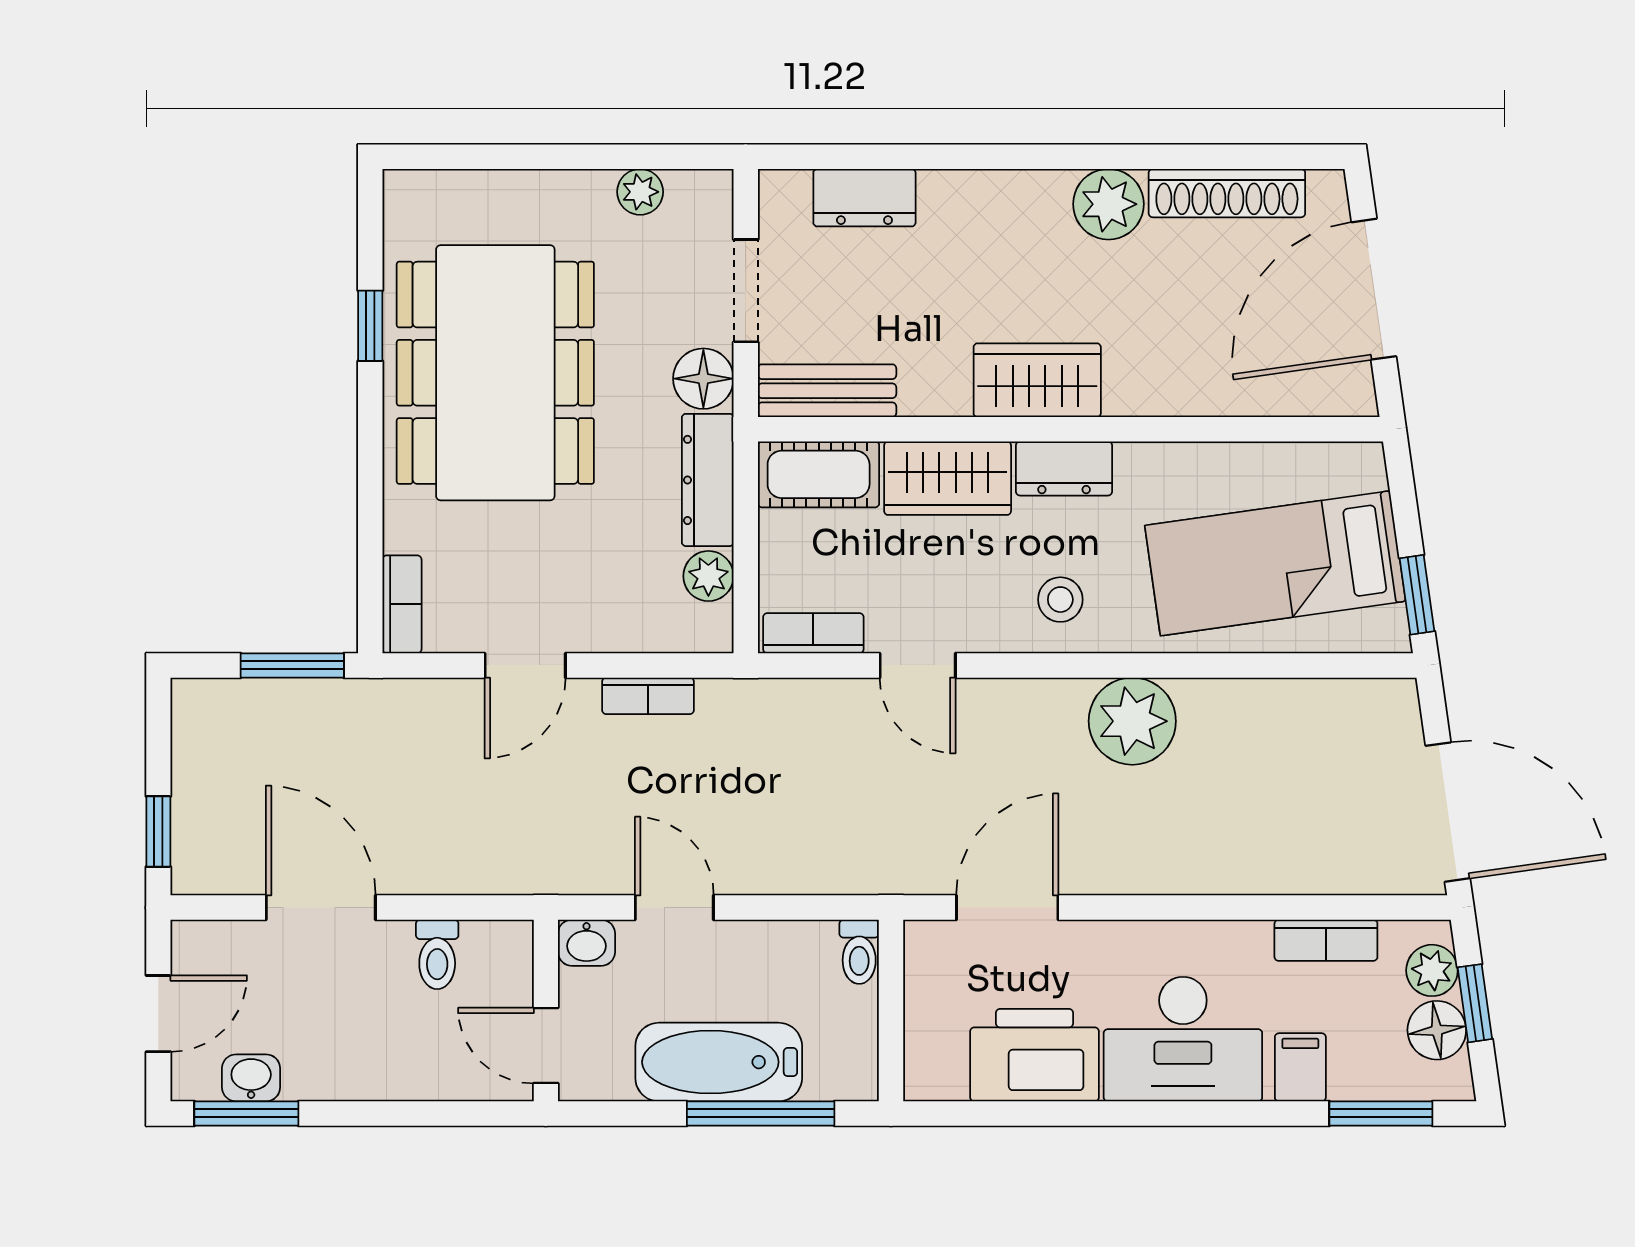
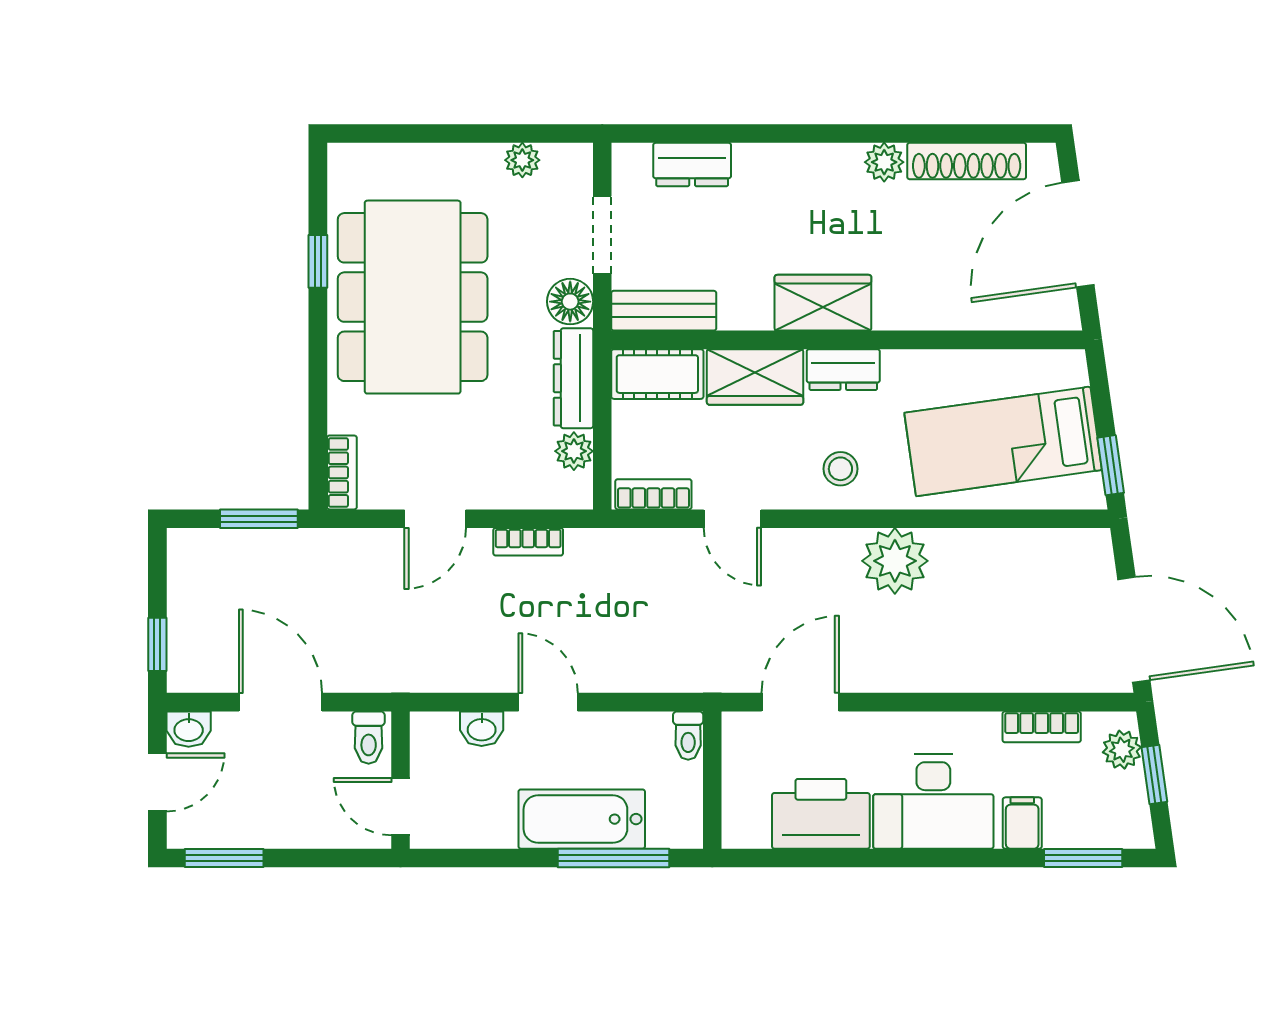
plant: (1108, 204) -> (884, 162), width x0.73, depth x0.73
wall: (546, 1011) -> (400, 780), moved
floor lamp: (1437, 1030) -> (1126, 795), removed
door: (546, 1046) -> (400, 807), moved
washbasin: (251, 1078) -> (189, 729), moved, turned 180

